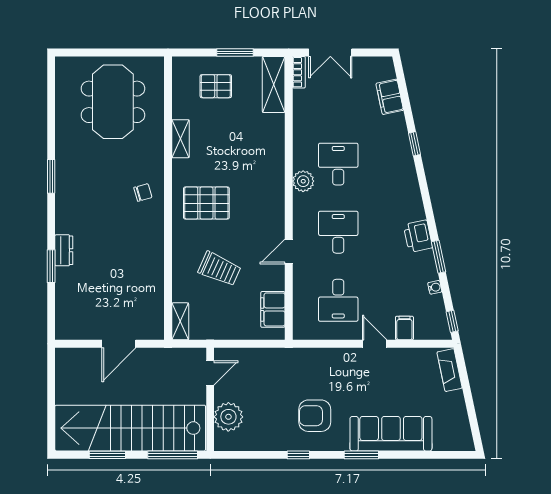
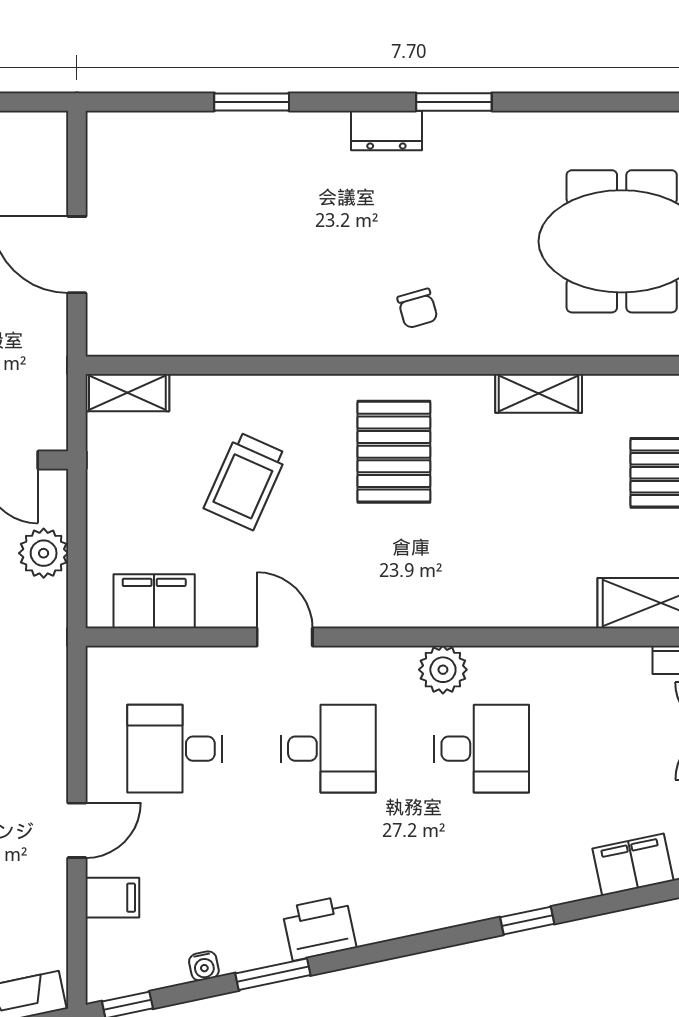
dresser: (64, 250) -> (386, 131), moved
plant: (251, 359) -> (44, 553), added

